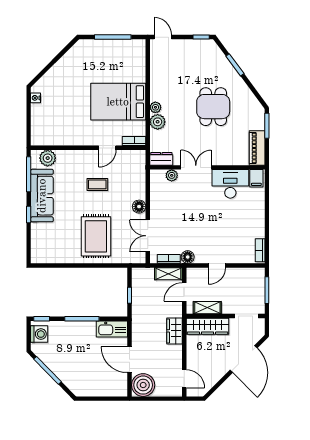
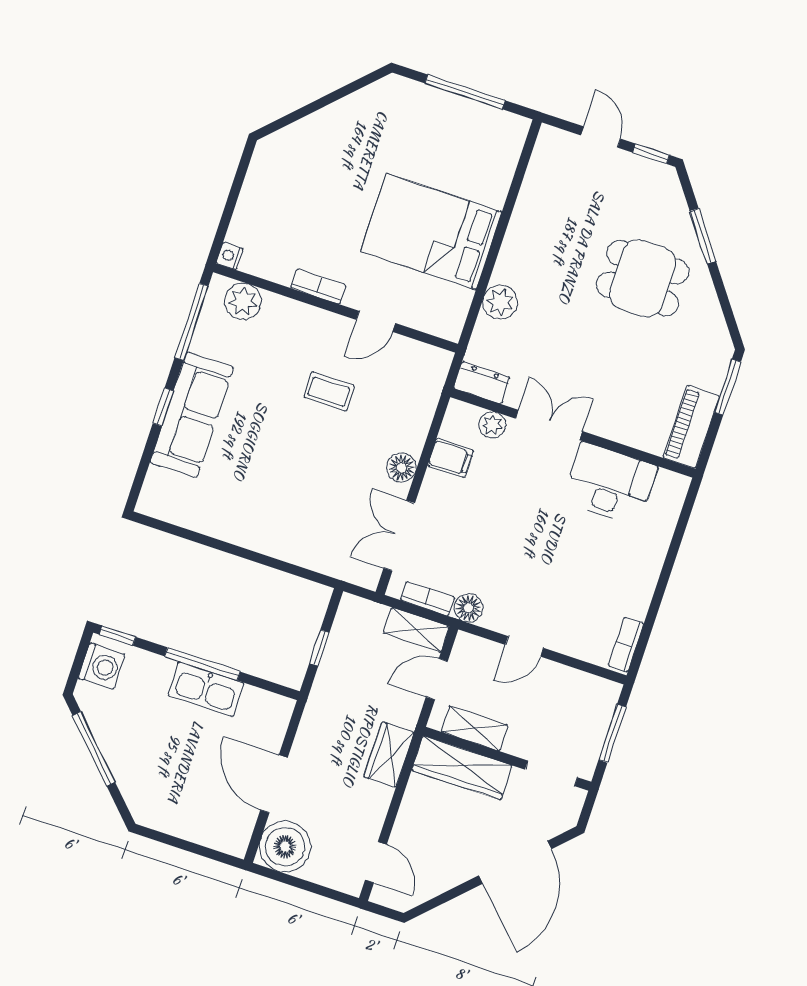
door: (163, 37) -> (601, 137), moved
nightstand: (36, 98) -> (230, 256), moved
plant: (155, 107) -> (506, 270), removed
dining table: (213, 107) -> (643, 278), moved, turned 90
bookcase: (134, 141) -> (318, 287), moved
filing cabinet: (256, 178) -> (451, 458), moved, turned -90
sofa: (42, 196) -> (192, 415), moved
rug: (96, 236) -> (290, 500), removed
kitchen sink: (112, 329) -> (206, 689), moved

